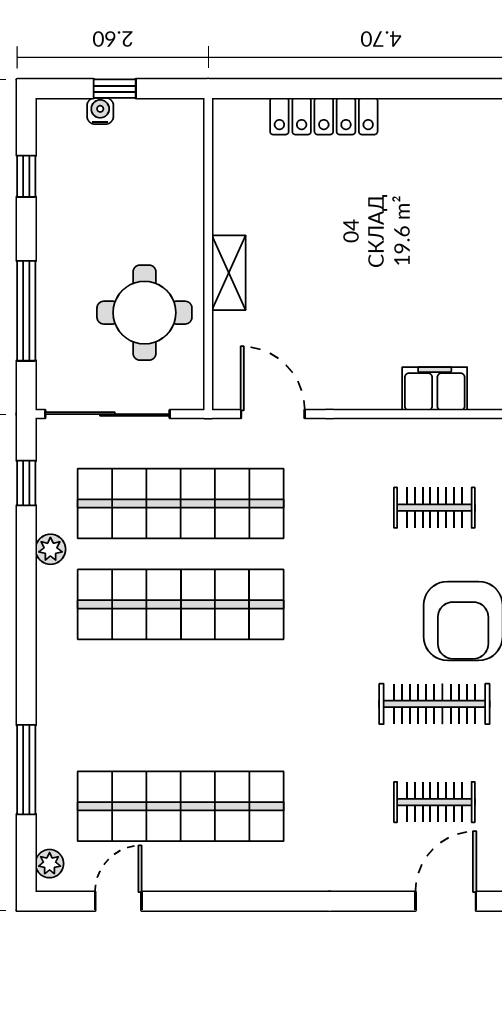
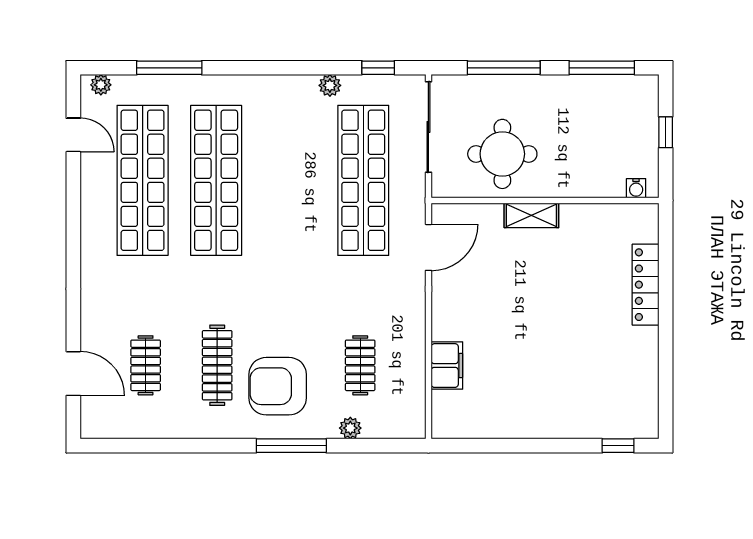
water cooler: (100, 111) -> (636, 188), moved, turned 90
window: (26, 176) -> (602, 68), width x2.17
shop shelf: (181, 604) -> (216, 180), moved

